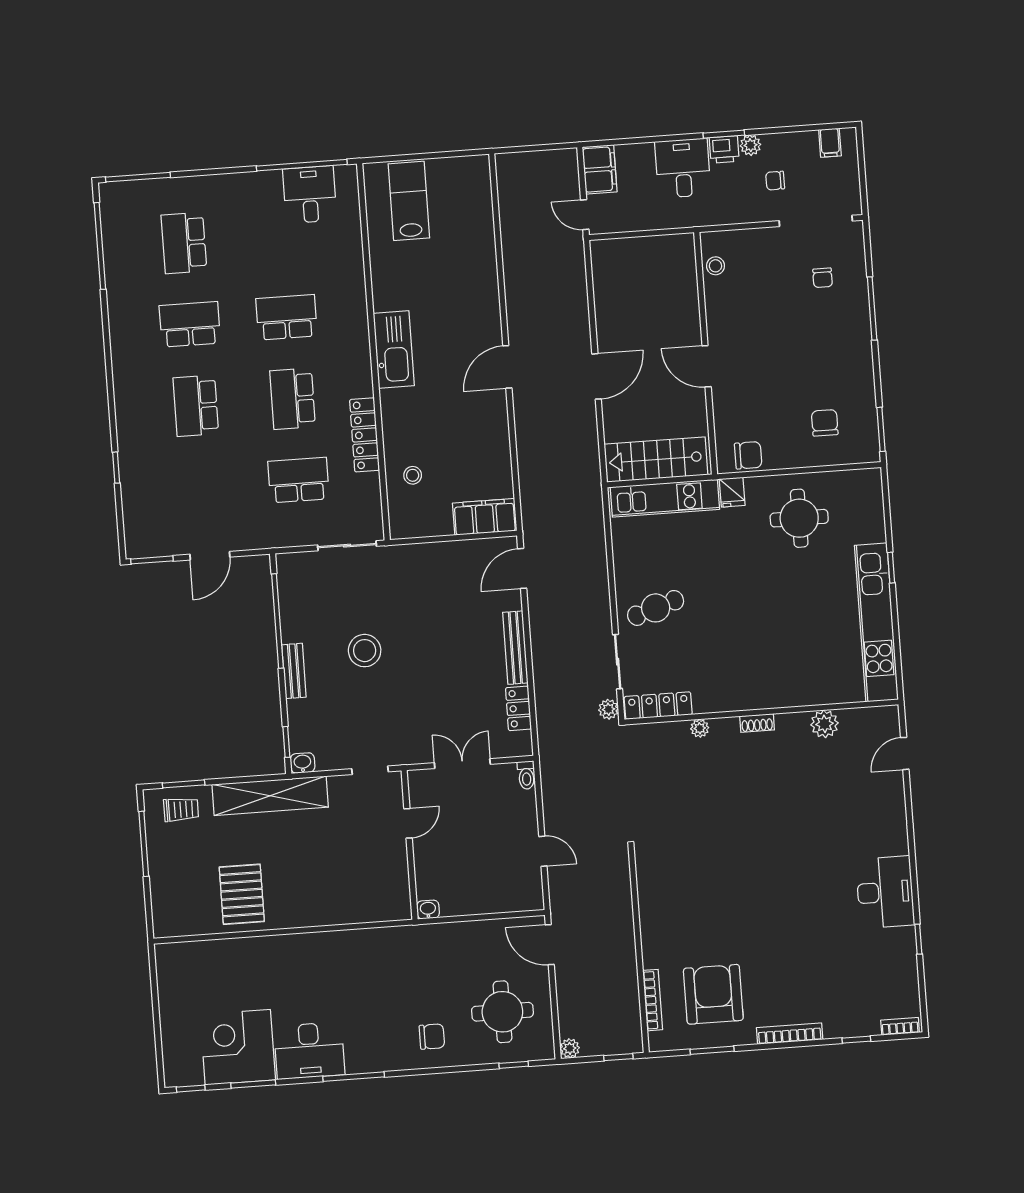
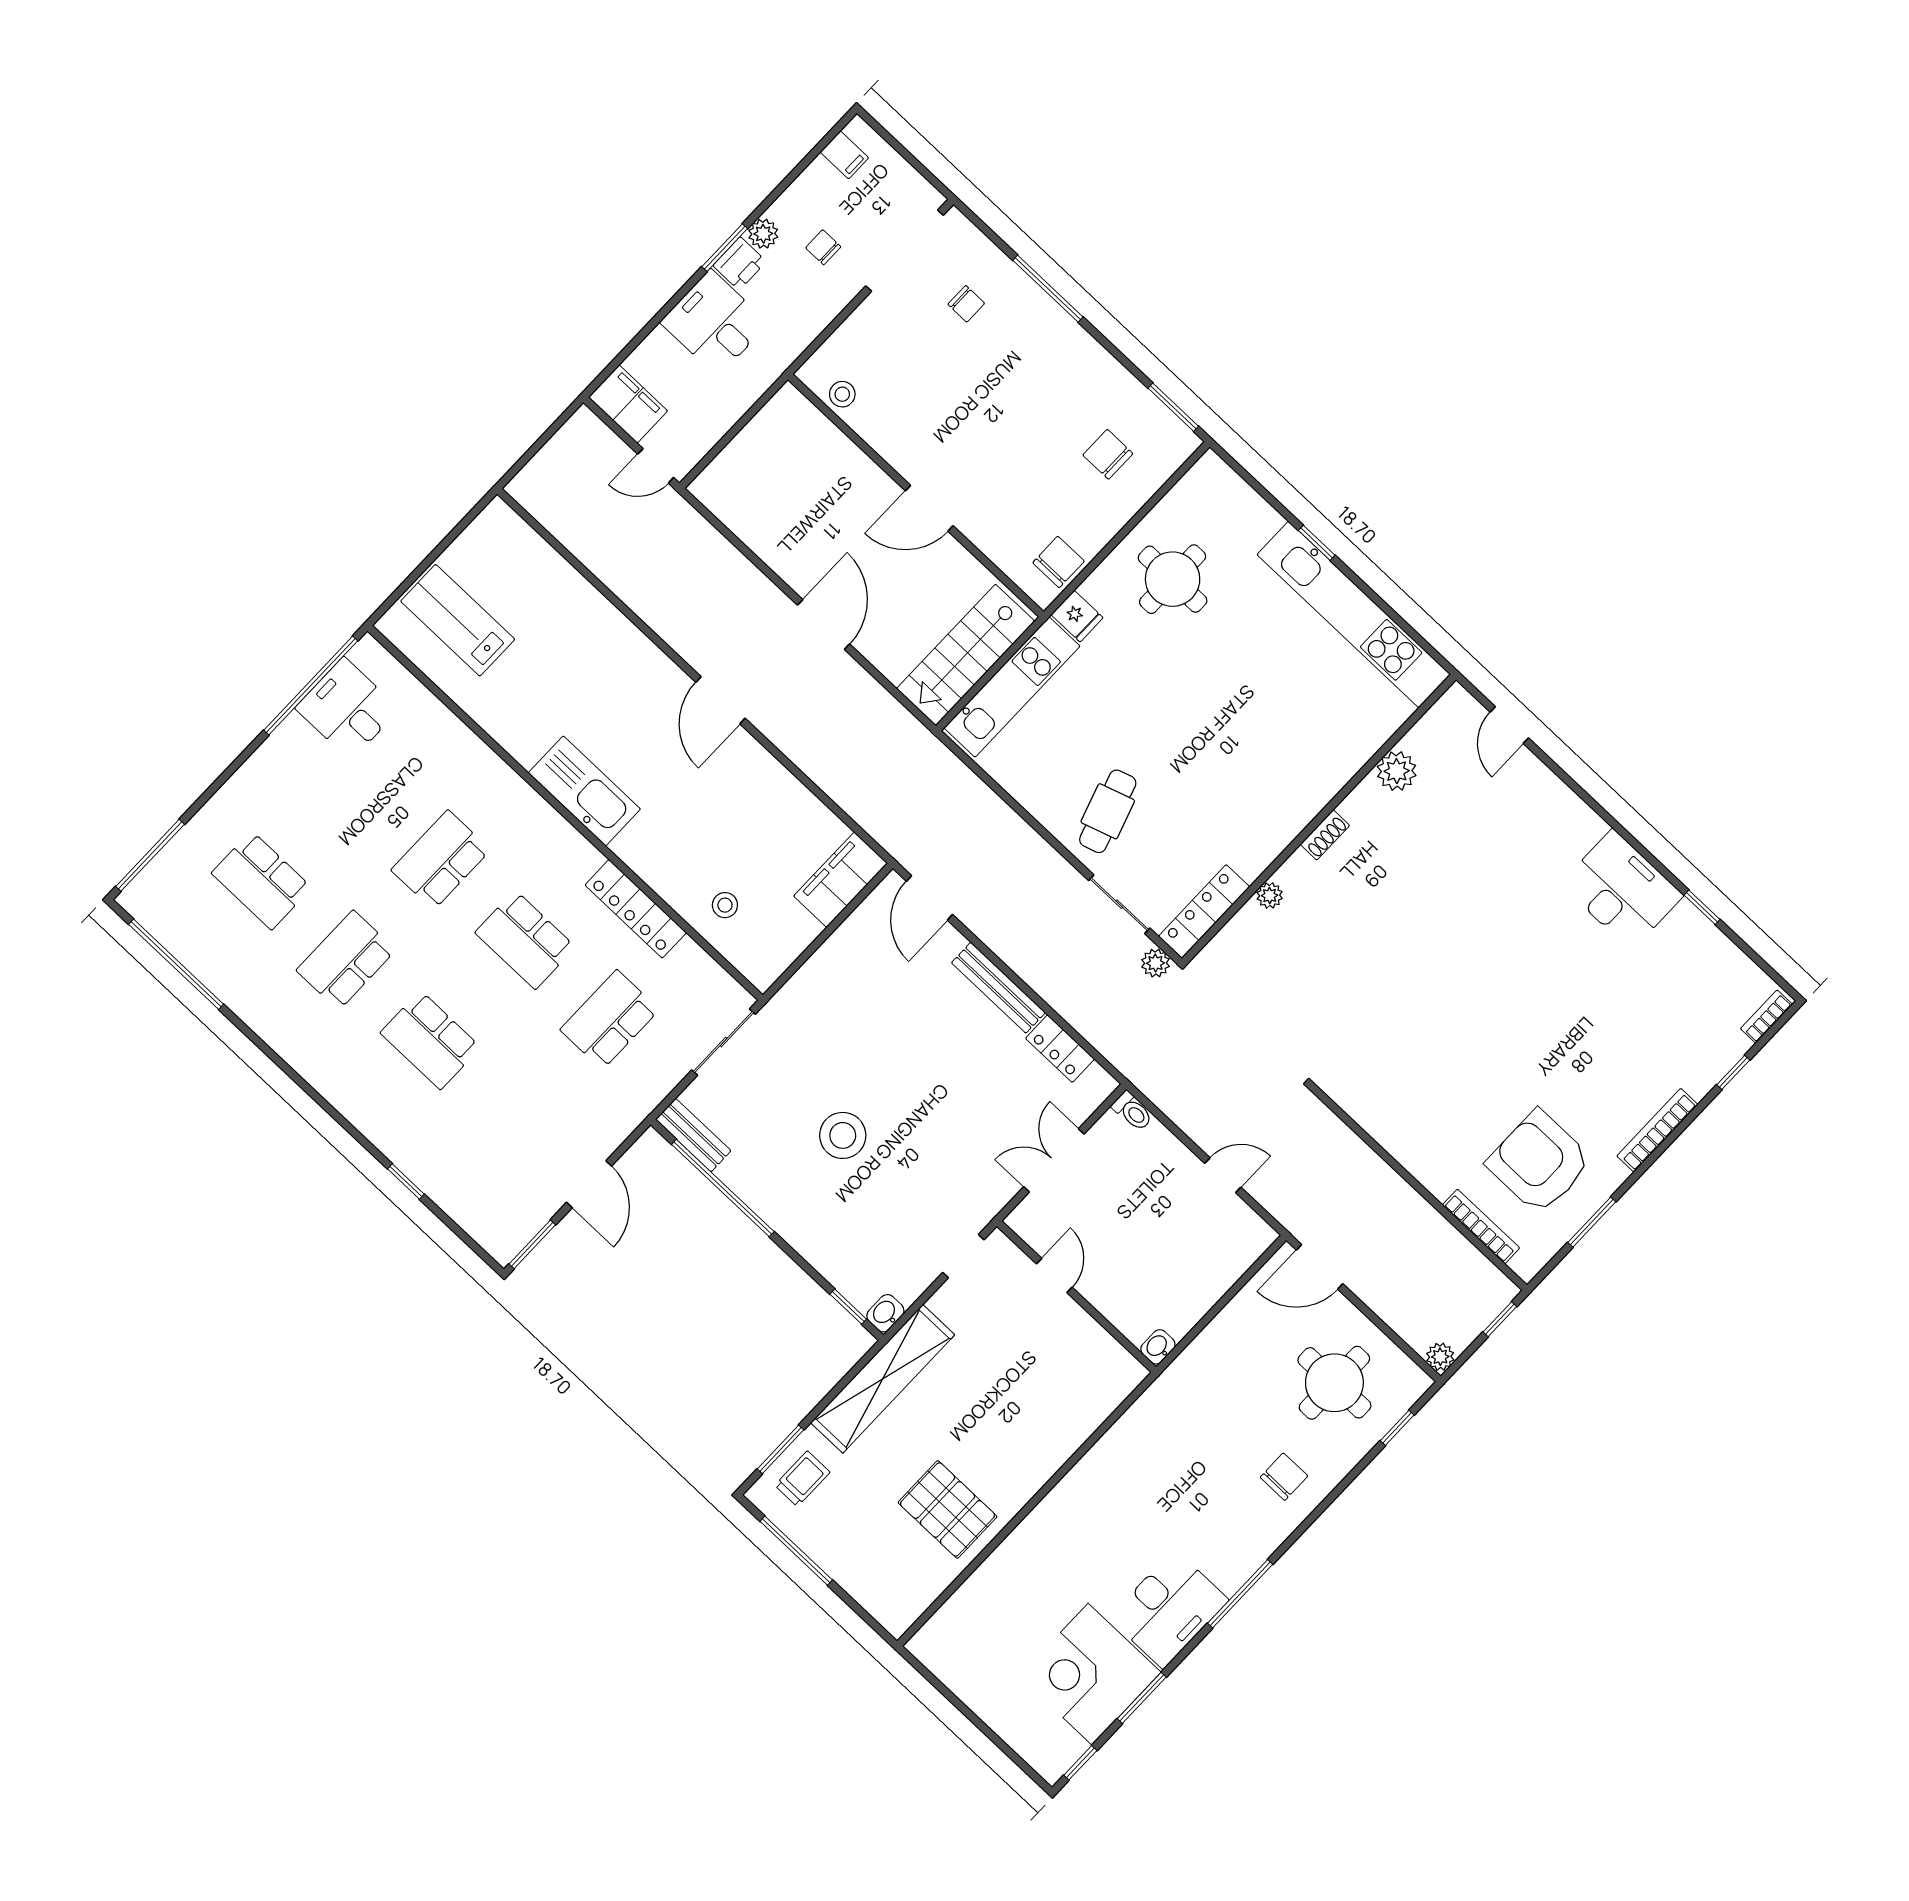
chair: (775, 181) -> (823, 247), turned 90
bench: (294, 671) -> (693, 1135), moved

